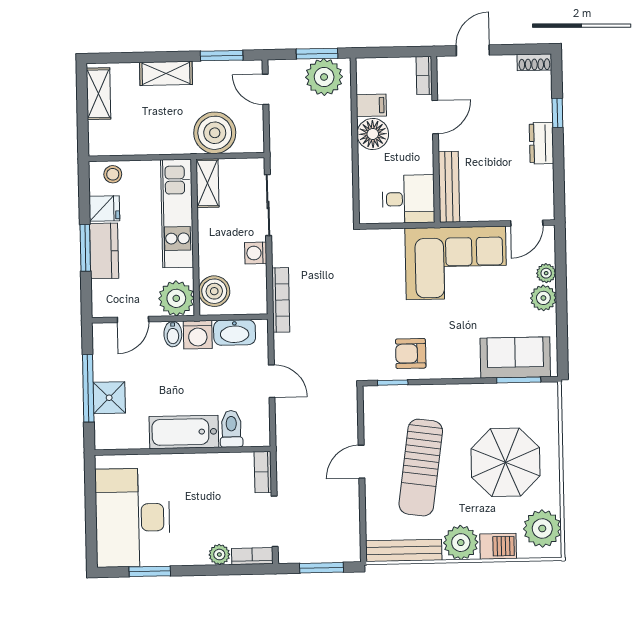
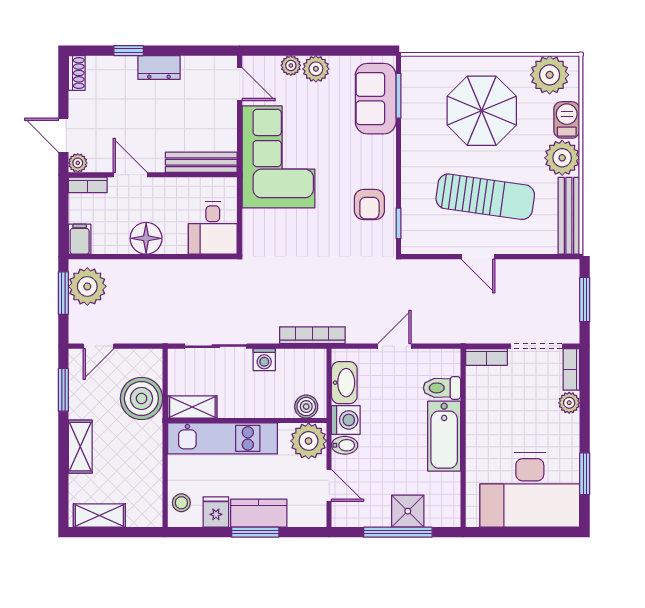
plant: (446, 65) -> (78, 163), added
filing cabinet: (371, 105) -> (80, 239), moved
desk: (408, 199) -> (213, 228), moved, turned 180
boiler: (214, 291) -> (306, 407), width x0.73, depth x0.73

